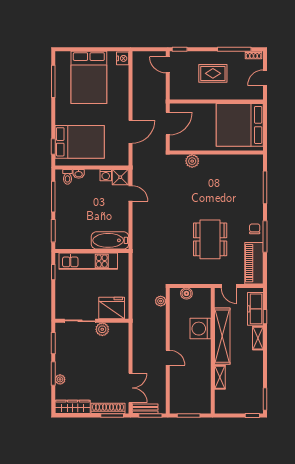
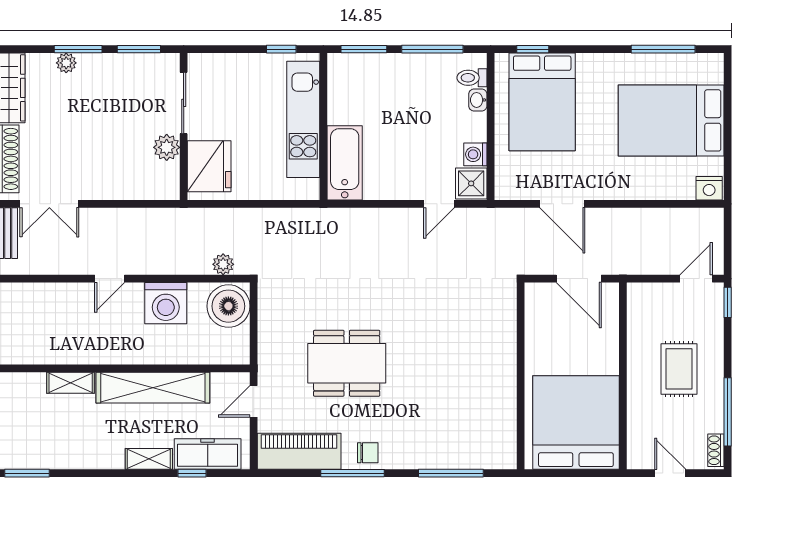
plant: (192, 161) -> (504, 327), removed
boiler: (186, 293) -> (228, 306), width x1.86, depth x1.86
washing machine: (200, 329) -> (166, 303), moved, turned 180

